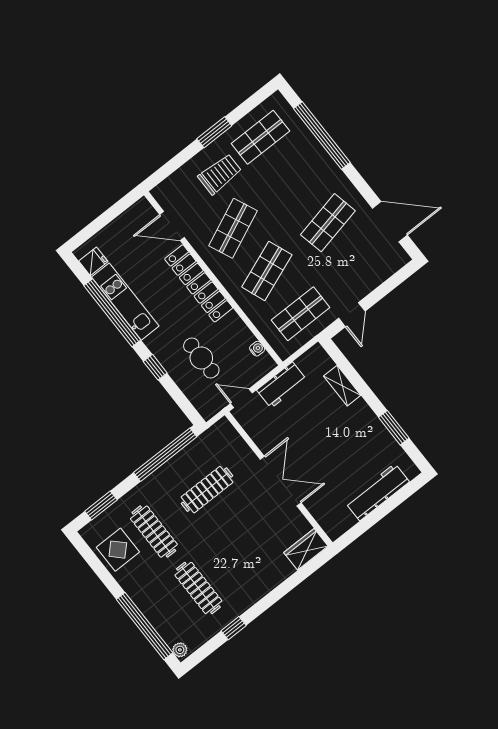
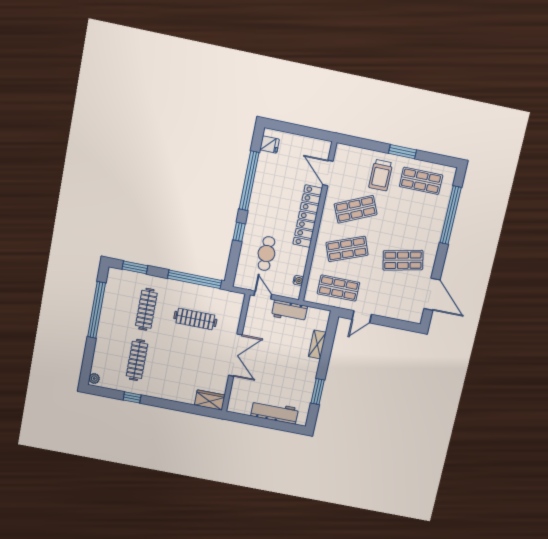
trolley: (220, 174) -> (381, 175), turned 90
kitchen unit: (125, 302) -> (262, 183), removed
display table: (118, 550) -> (119, 298), removed
window: (144, 626) -> (97, 310), moved

